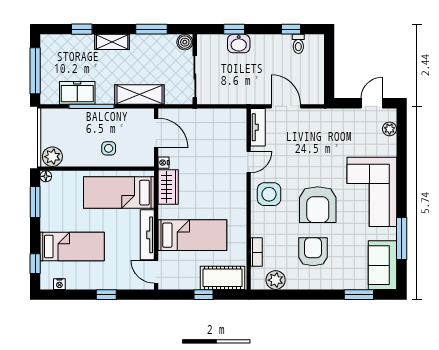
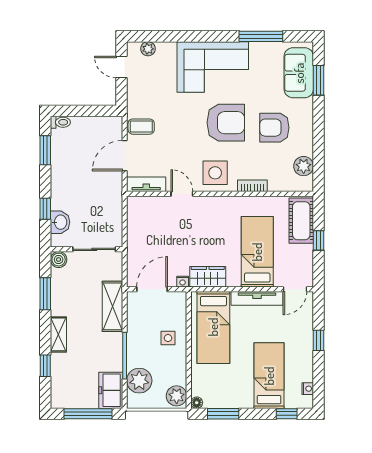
window: (291, 29) -> (45, 150), width x1.50
washbasin: (239, 44) -> (60, 222), moved
toilet: (298, 44) -> (60, 122), moved
freezer: (77, 93) -> (111, 390), moved
plant: (67, 120) -> (139, 381), added
coffee table: (314, 122) -> (141, 127), added
bookcase: (256, 252) -> (252, 186), moved
sofa: (382, 265) -> (299, 73), moved, turned 90

